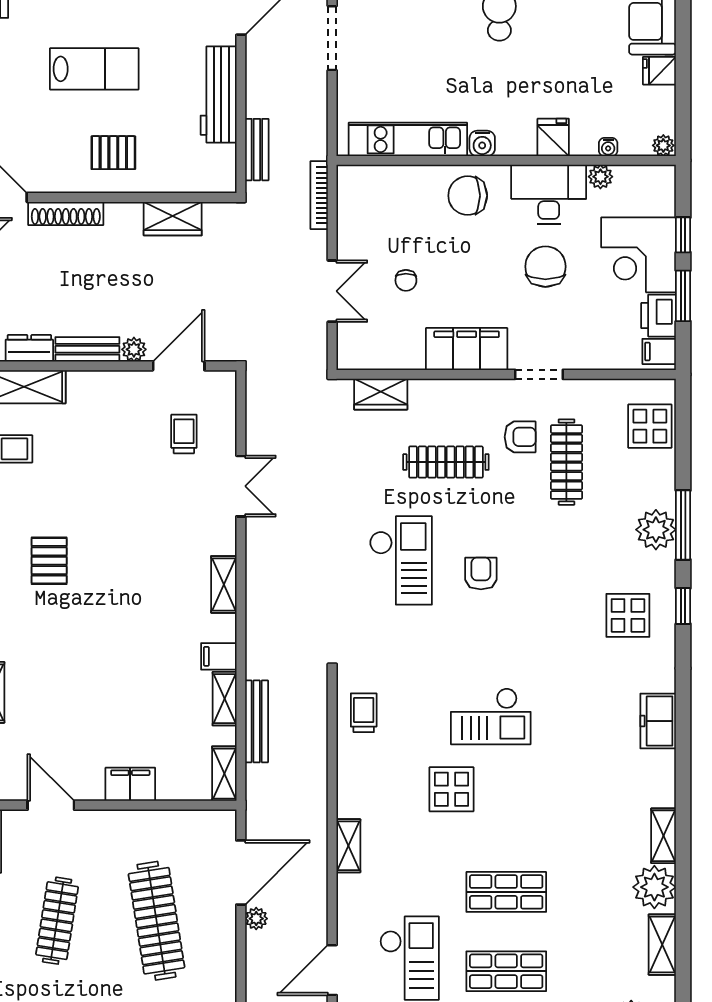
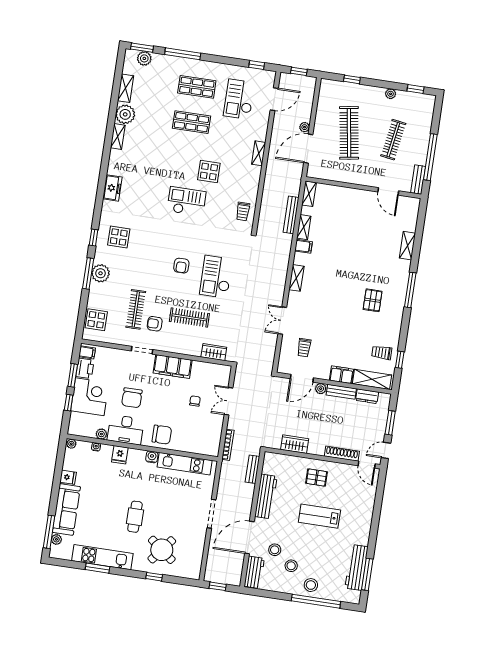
filing cabinet: (130, 784) -> (341, 375), moved, turned 180

